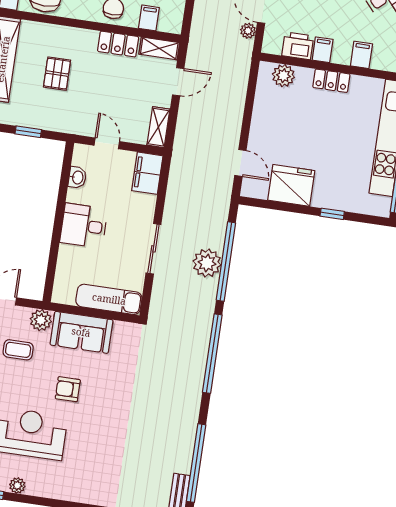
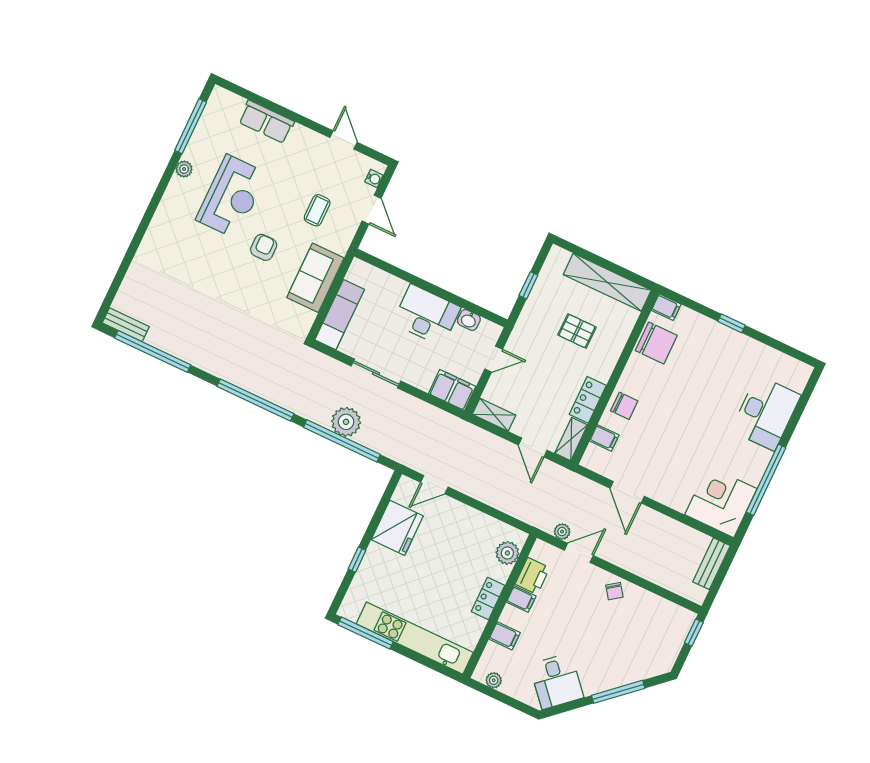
desk: (84, 226) -> (427, 315), width x1.37
plant: (41, 320) -> (340, 241), removed

